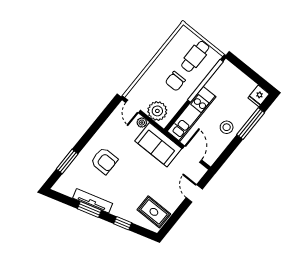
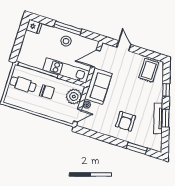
window: (251, 124) -> (68, 28), moved
armchair: (104, 161) -> (126, 121), turned 180
door: (194, 193) -> (124, 46), swing flipped

